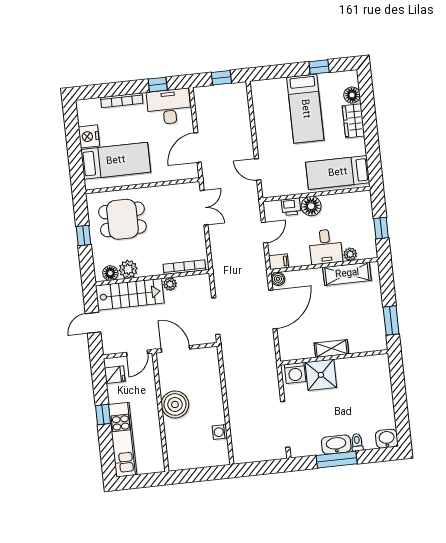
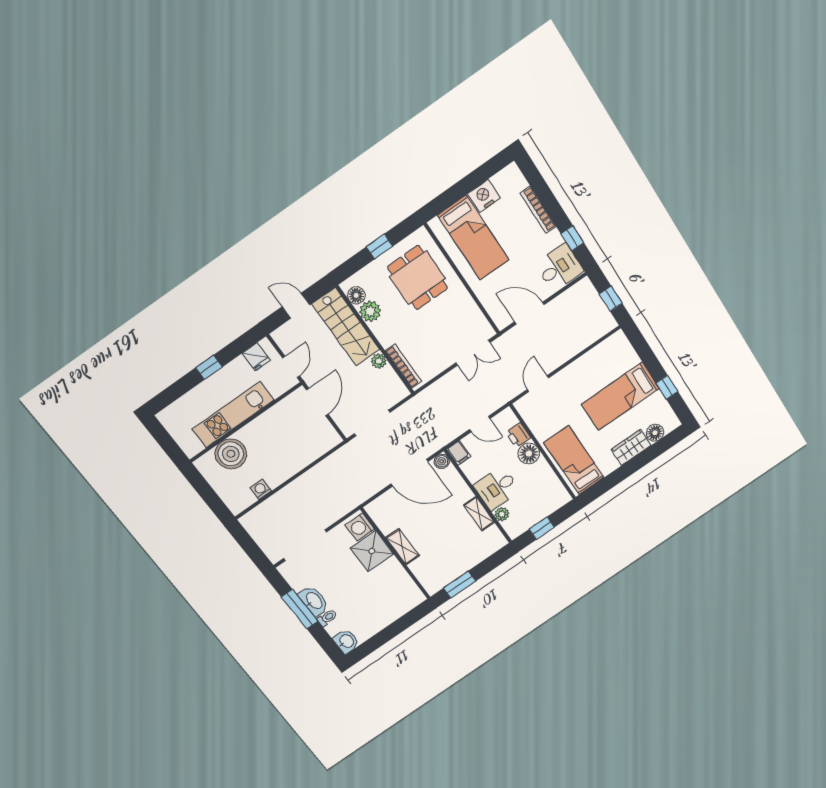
desk: (169, 107) -> (559, 268), width x0.73
shelving: (347, 274) -> (479, 514), width x0.67, depth x0.75
door: (137, 353) -> (291, 367), swing flipped
boiler: (175, 404) -> (231, 454), moved
kitchen unit: (123, 440) -> (233, 415), moved, turned 180

